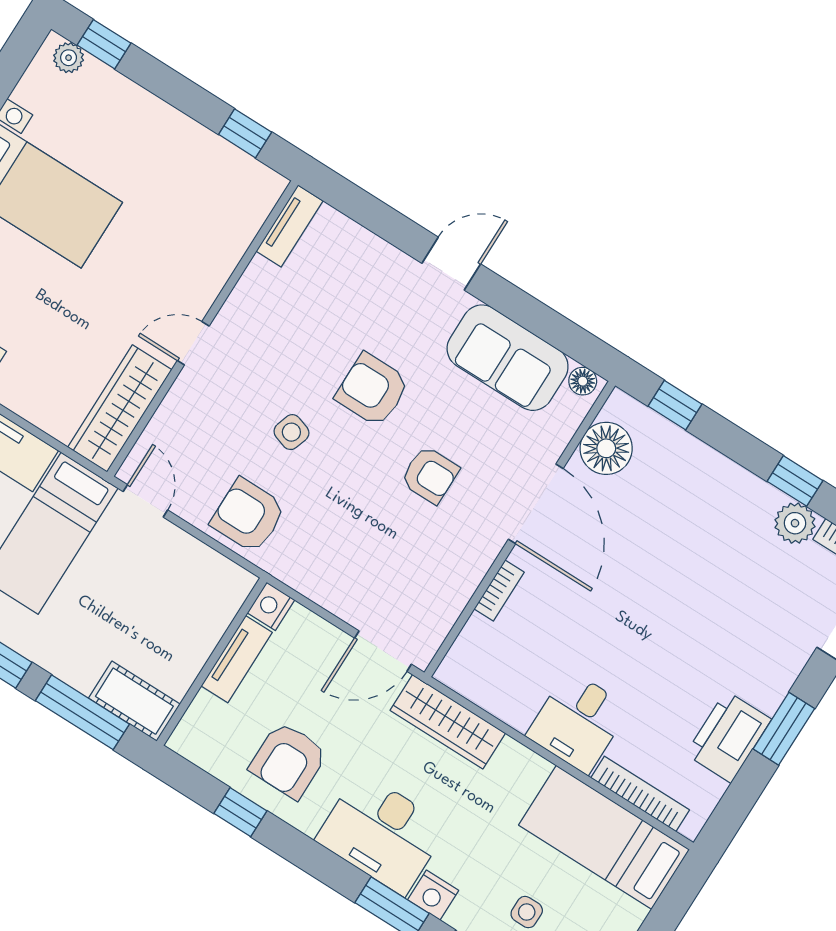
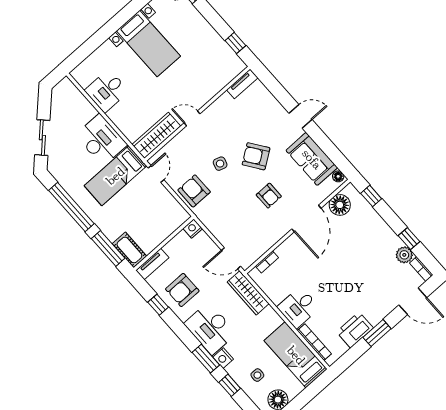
armchair: (372, 390) -> (256, 156), turned -35
bookcase: (499, 591) -> (267, 262), moved
tv unit: (237, 659) -> (152, 264), moved

